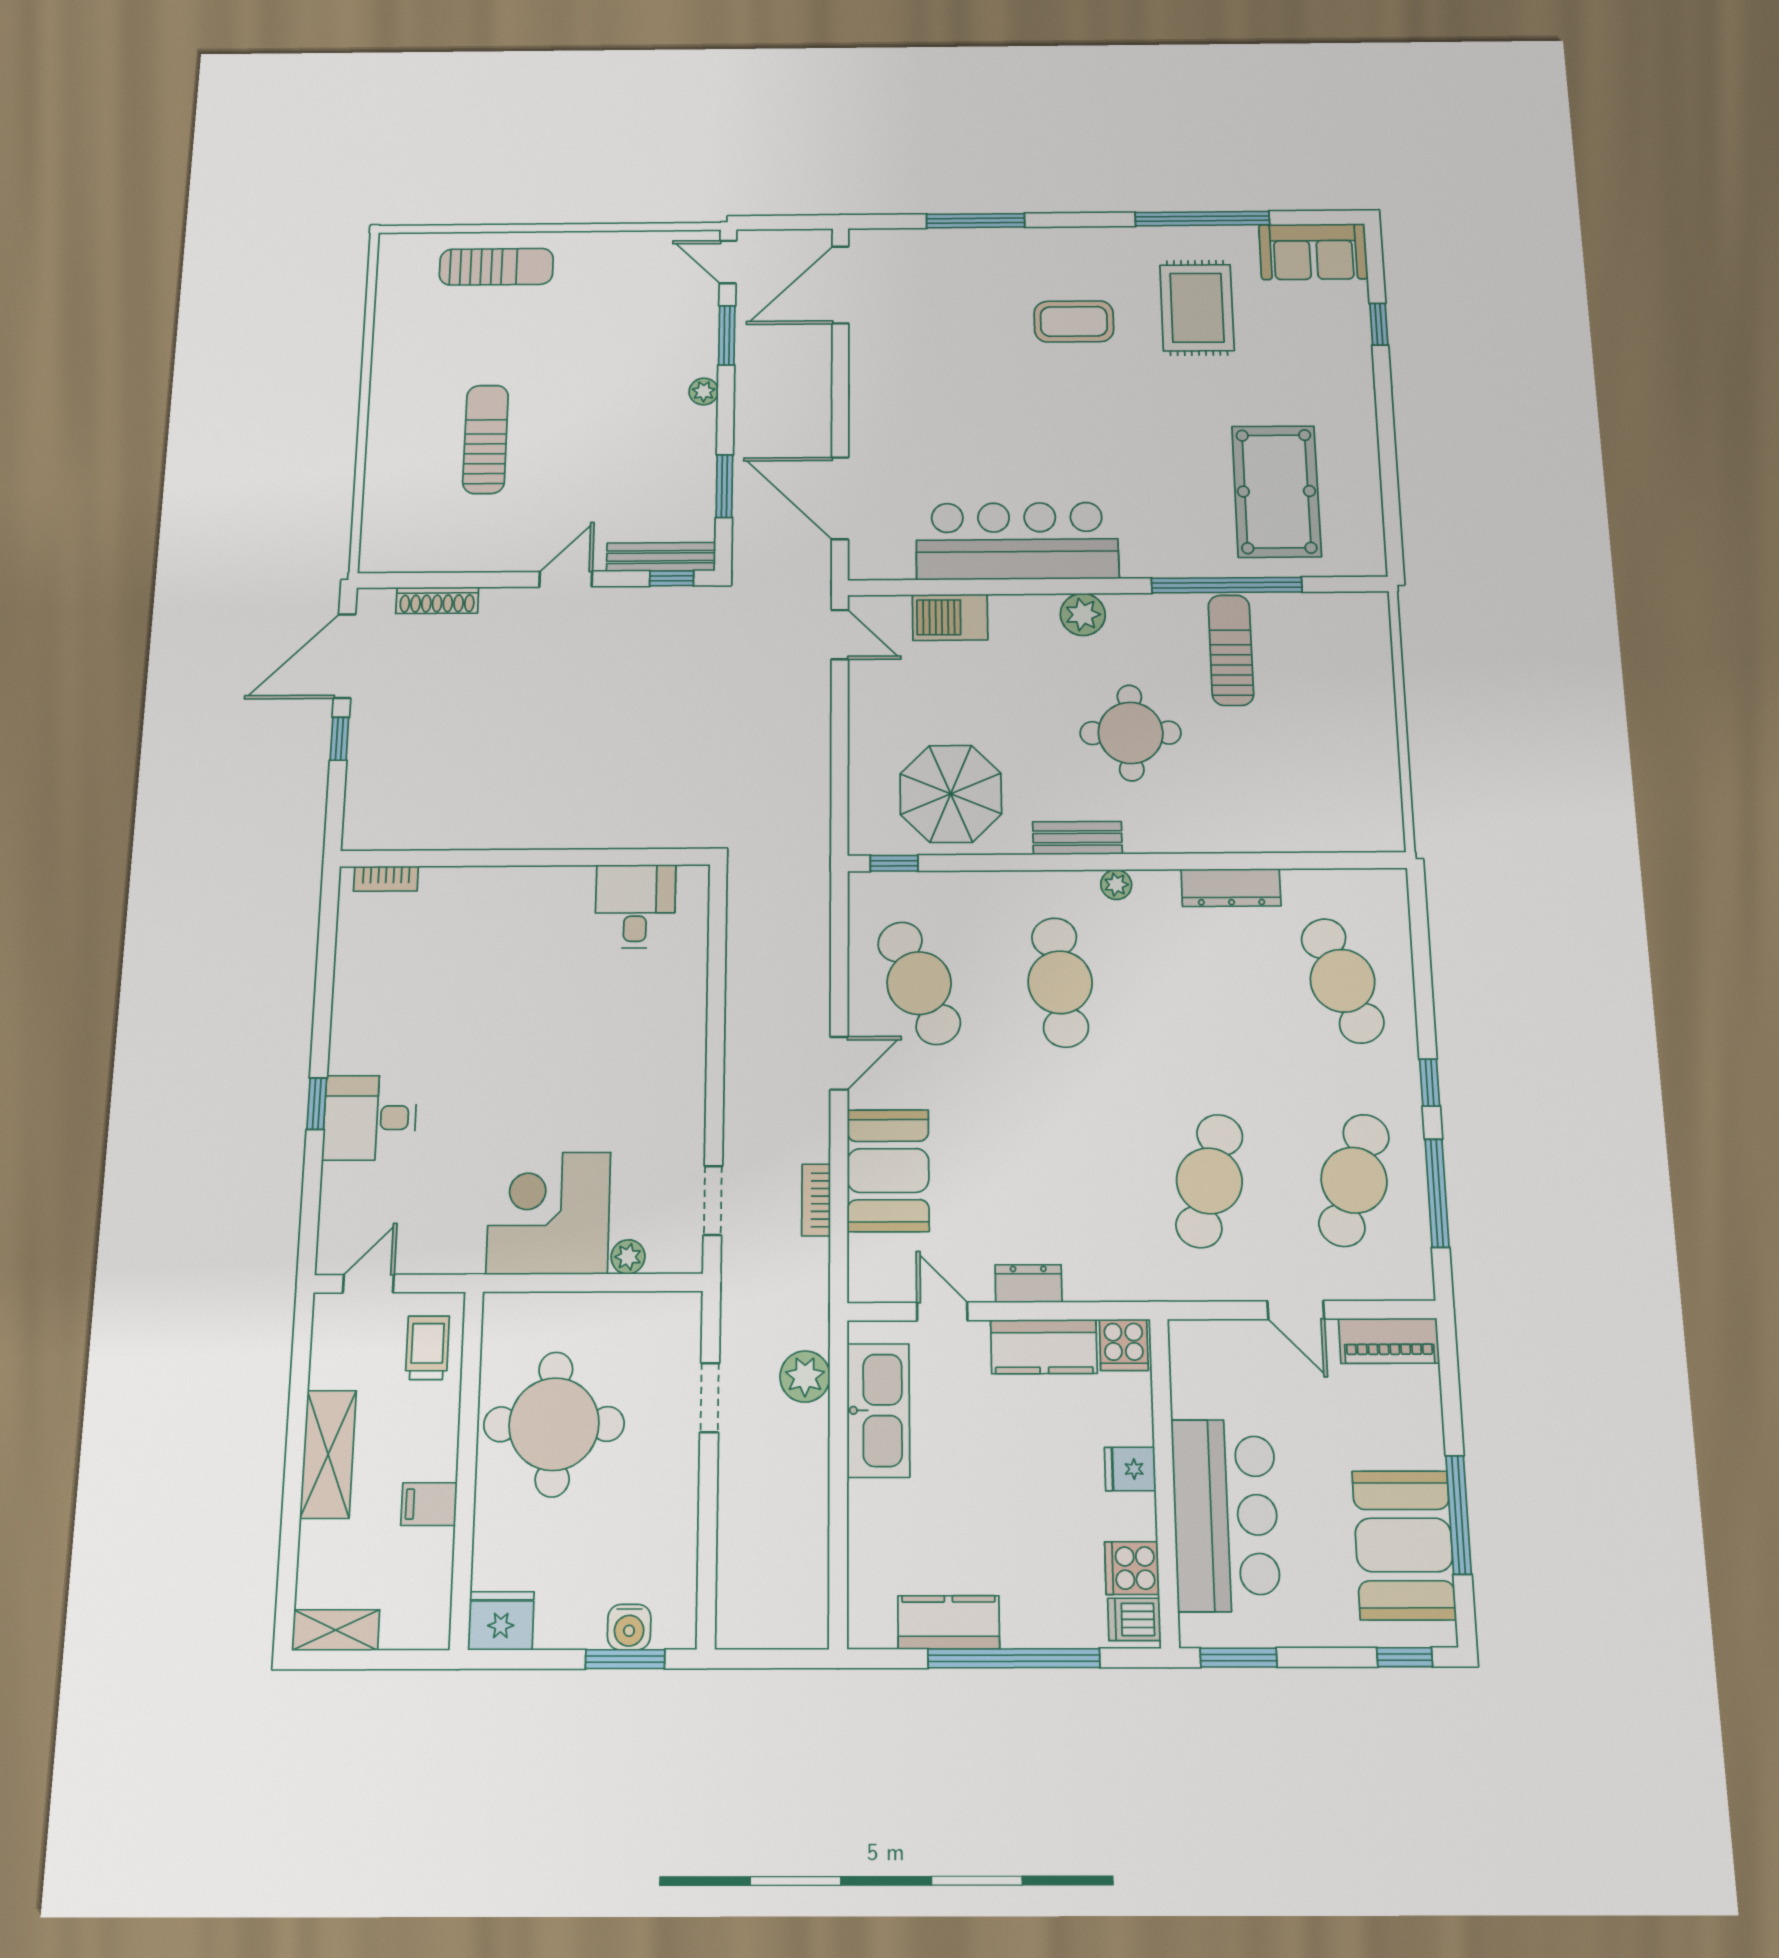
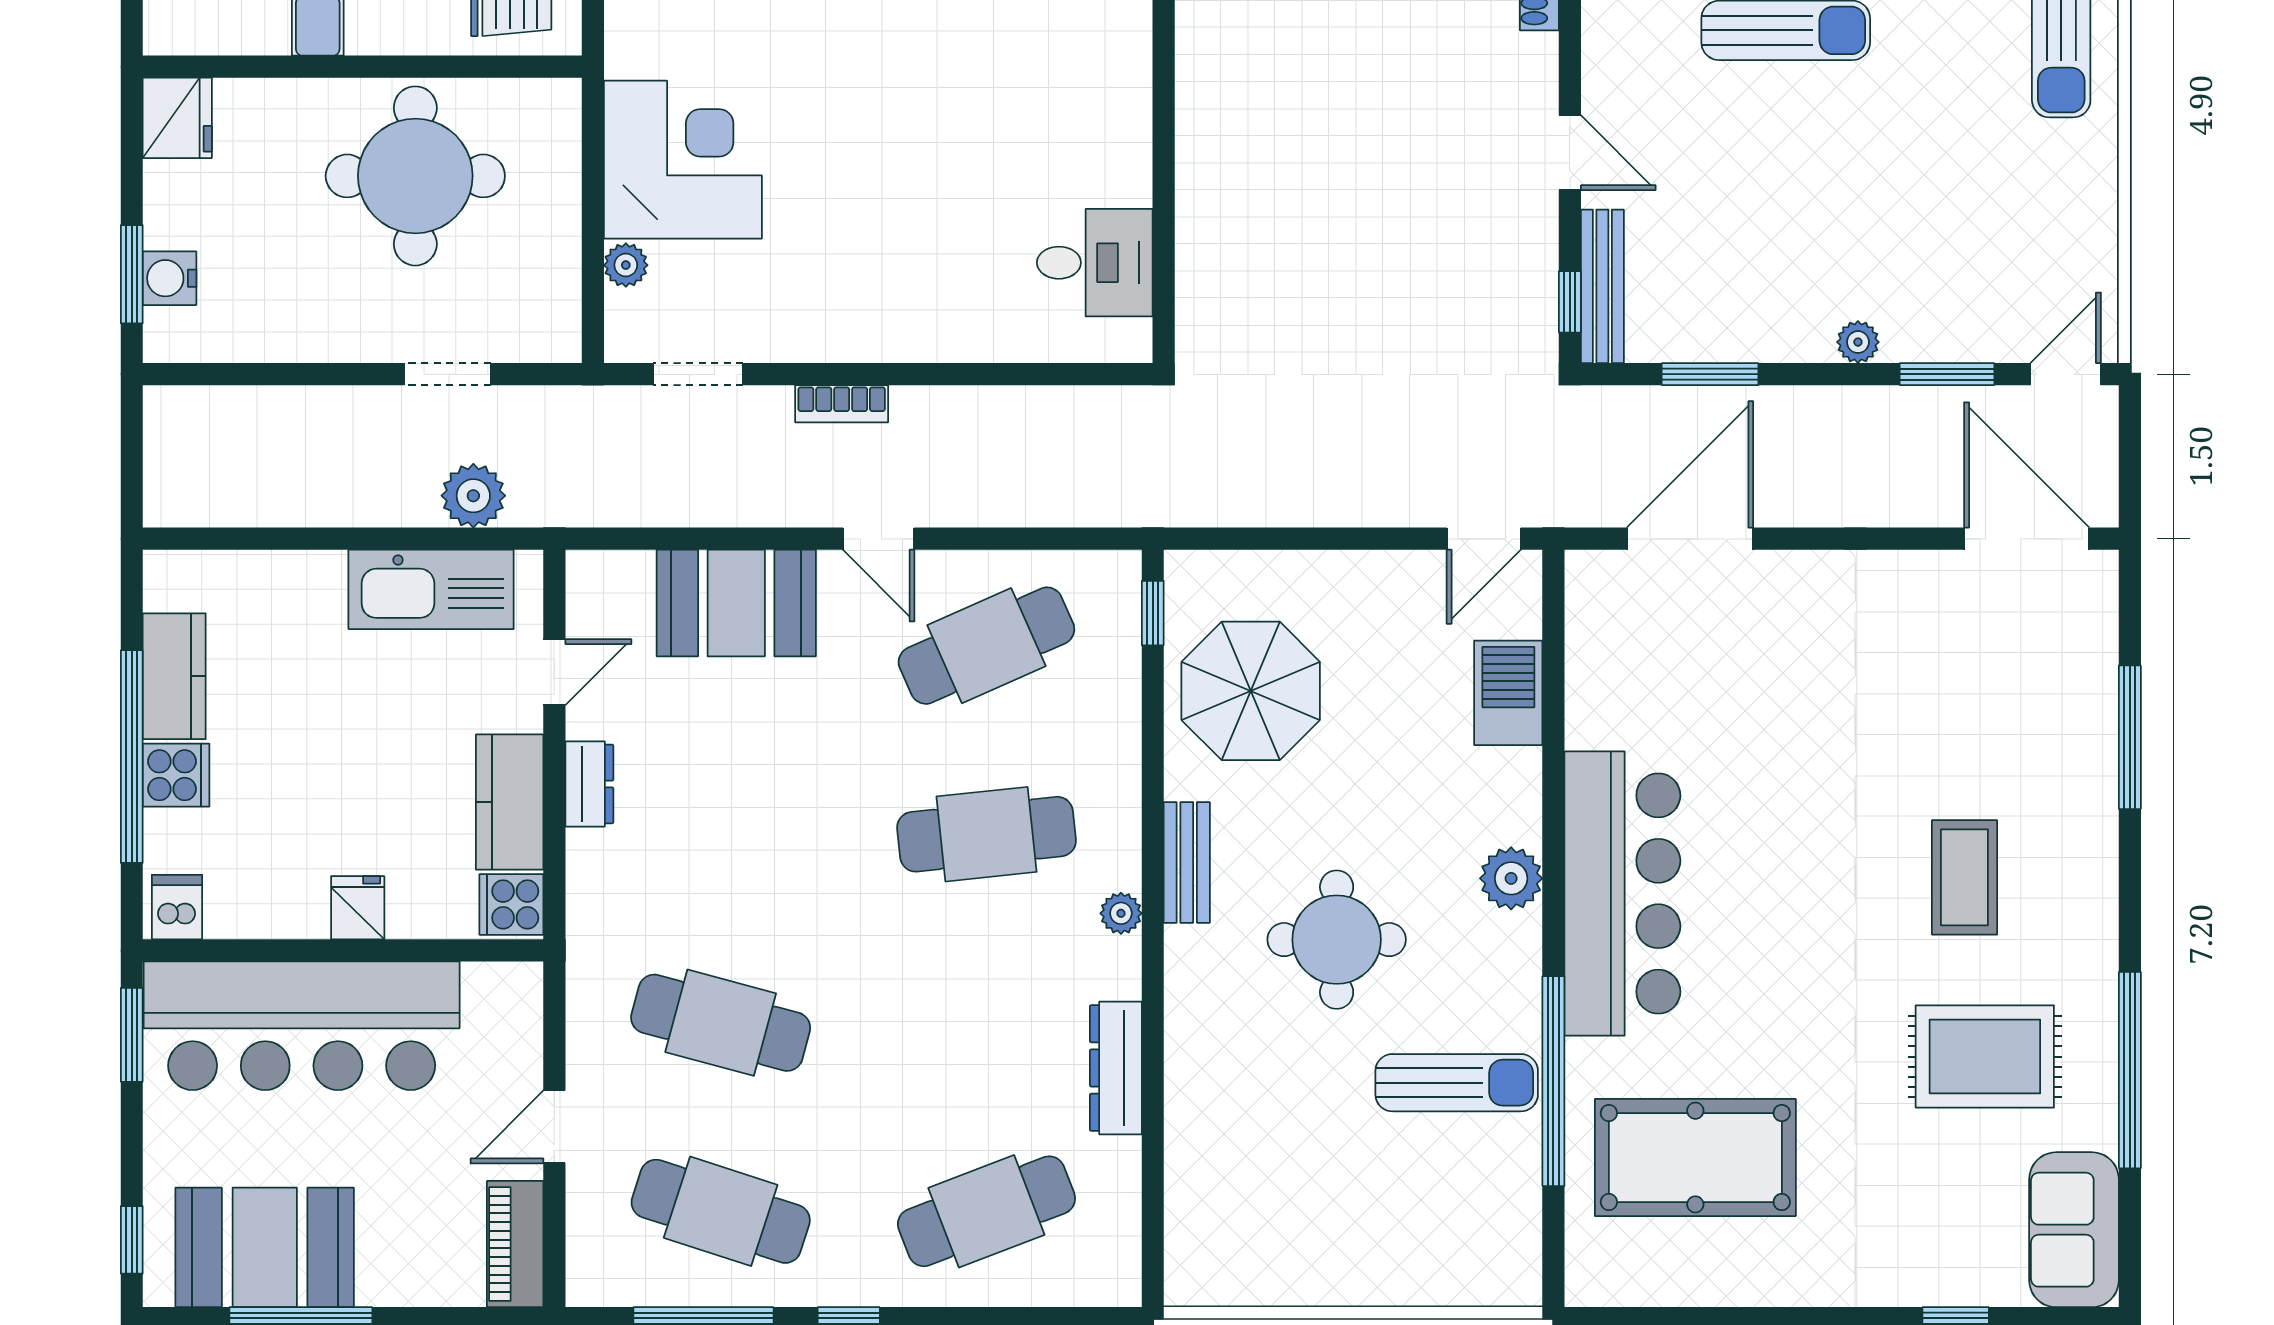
bar counter: (1017, 541) -> (1622, 893), moved
bookcase: (816, 1200) -> (842, 404), moved, turned 180
bar counter: (1225, 1515) -> (302, 1026), width x1.36
cooker: (1132, 1568) -> (176, 775), moved, turned 90

